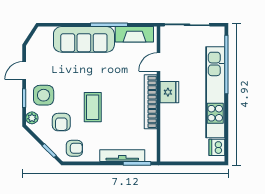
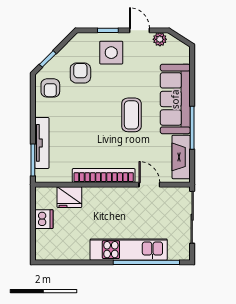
fridge: (169, 92) -> (69, 197), moved
kitchen unit: (215, 92) -> (129, 250), width x0.73
coffee table: (93, 107) -> (131, 115), moved, turned 90
plant: (32, 118) -> (160, 39), moved
armchair: (61, 122) -> (80, 73), turned 90
dishwasher: (217, 147) -> (44, 219), moved, turned 90

